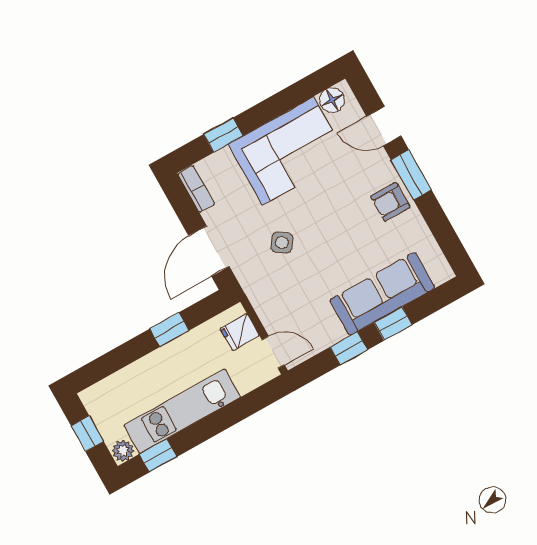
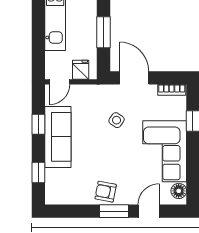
armchair: (390, 202) -> (106, 192), turned -79
sofa: (382, 294) -> (58, 137), moved
window: (393, 324) -> (38, 172), moved
window: (169, 330) -> (103, 32), width x1.50

